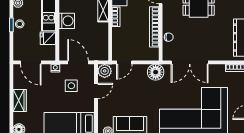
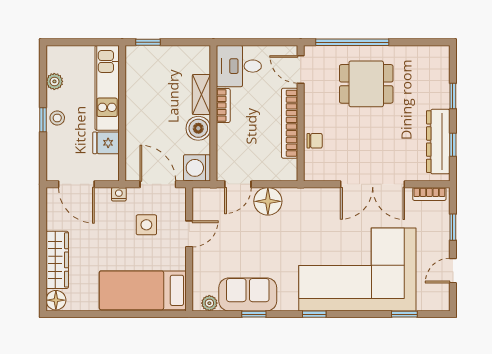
washing machine: (67, 21) -> (197, 168), moved, turned 180
boiler: (101, 30) -> (198, 128), added
double door: (190, 62) -> (373, 184), moved
plant: (105, 71) -> (204, 199), removed
floor lamp: (156, 72) -> (268, 201), moved
wardrobe: (20, 101) -> (57, 260), width x1.50

